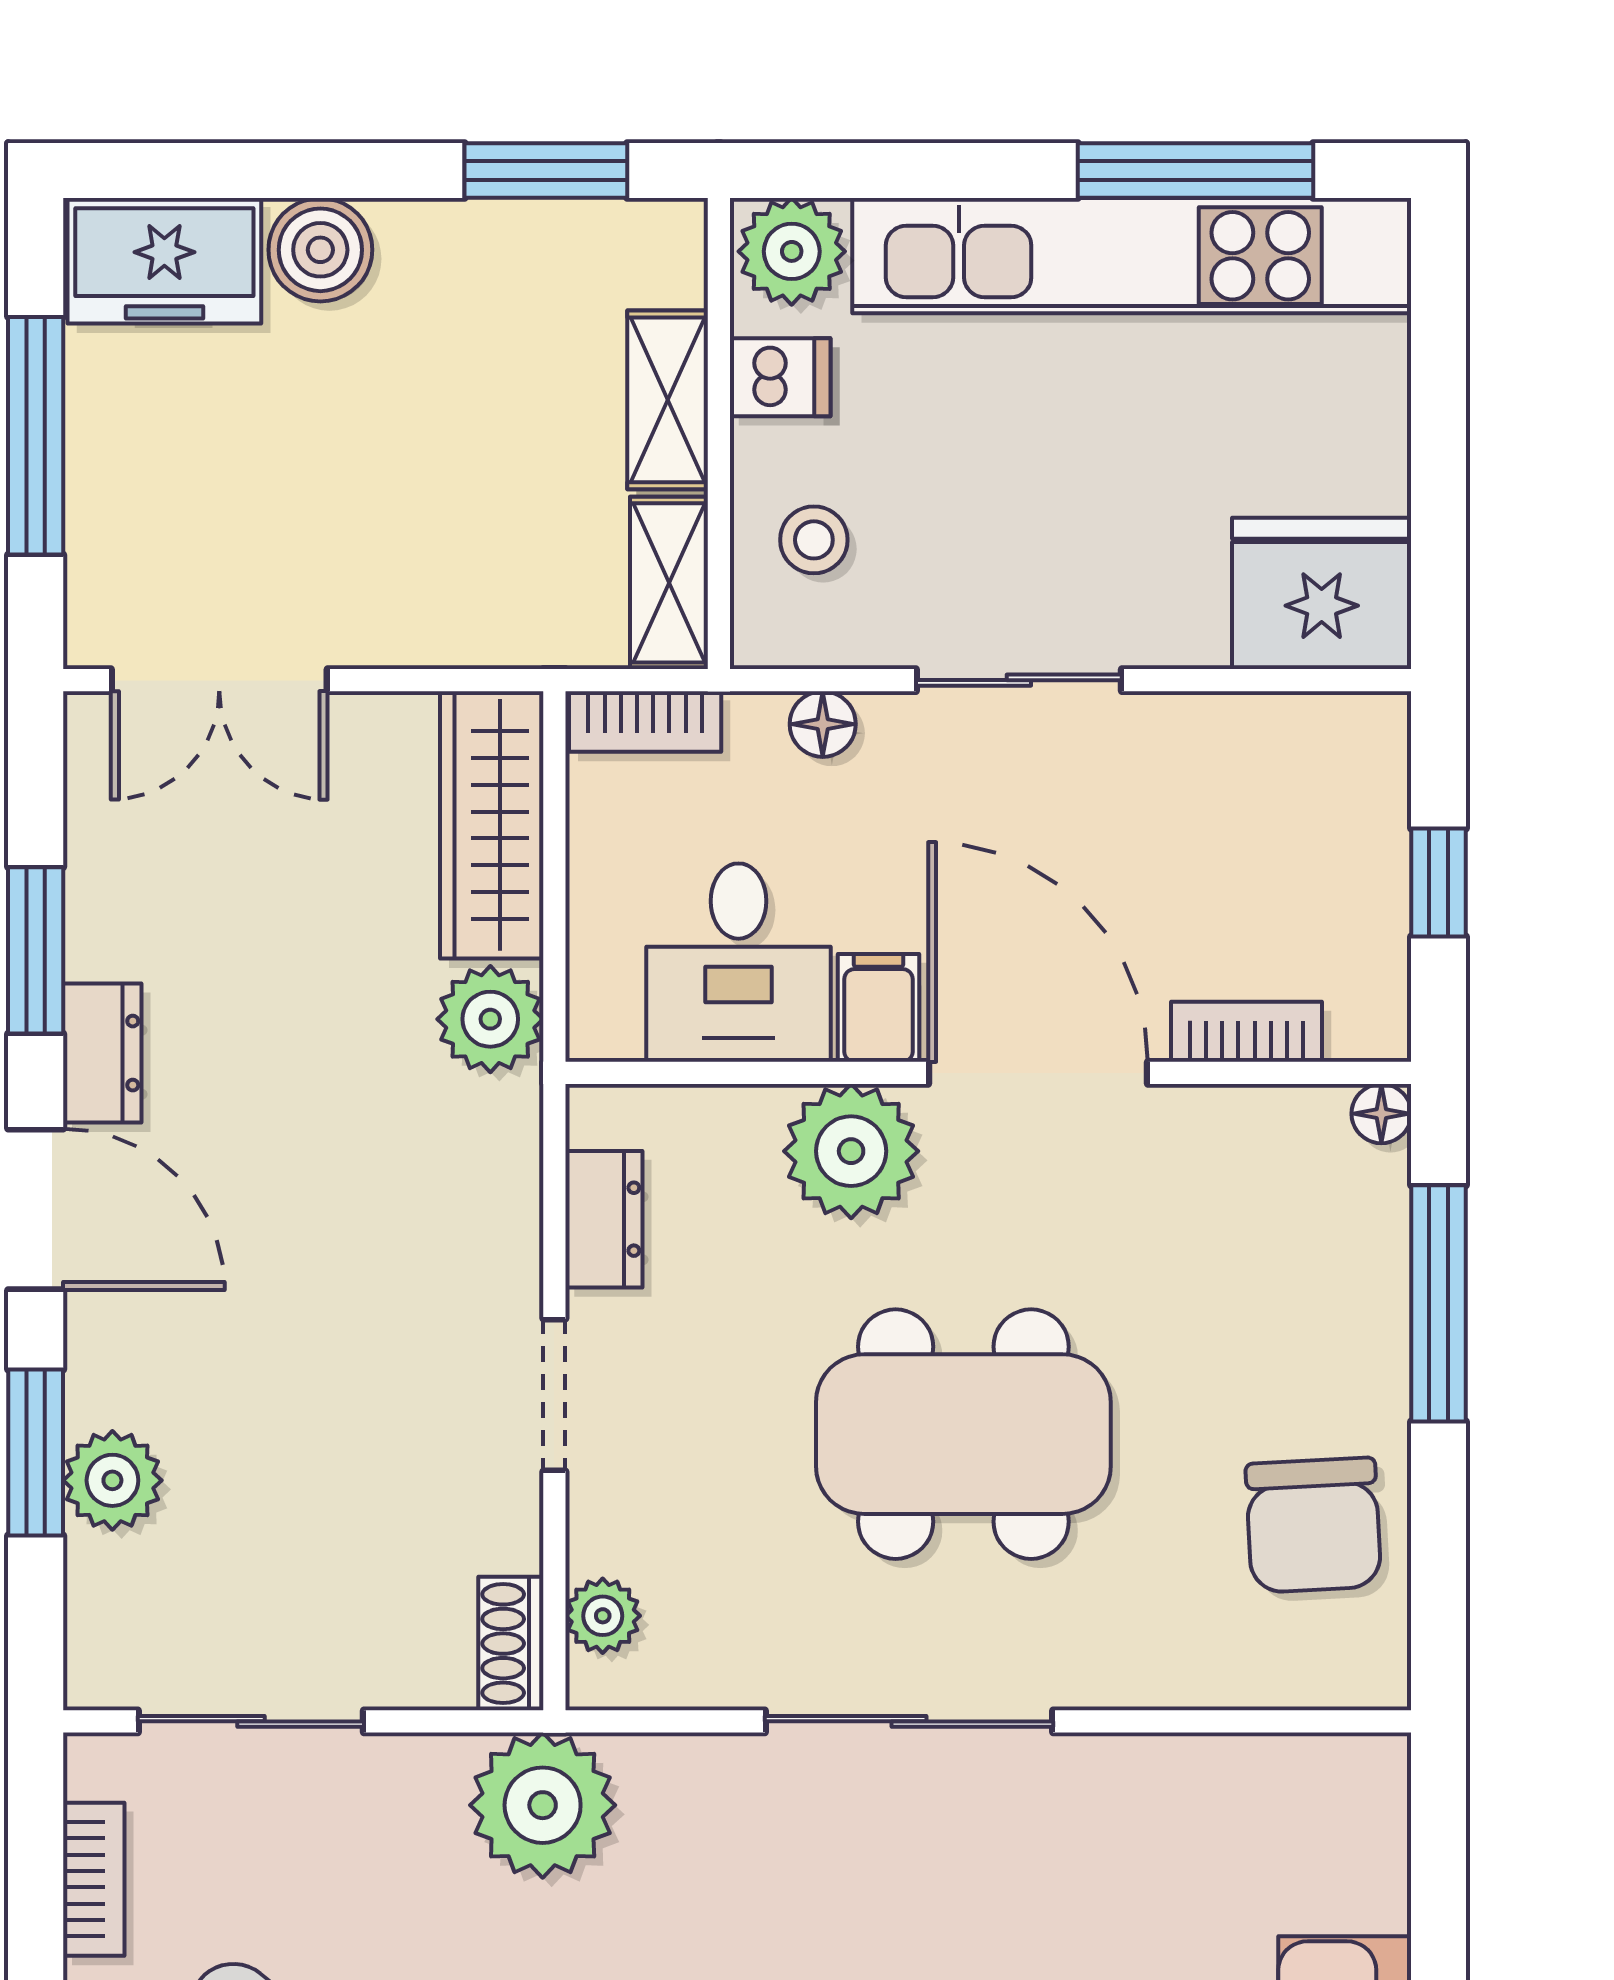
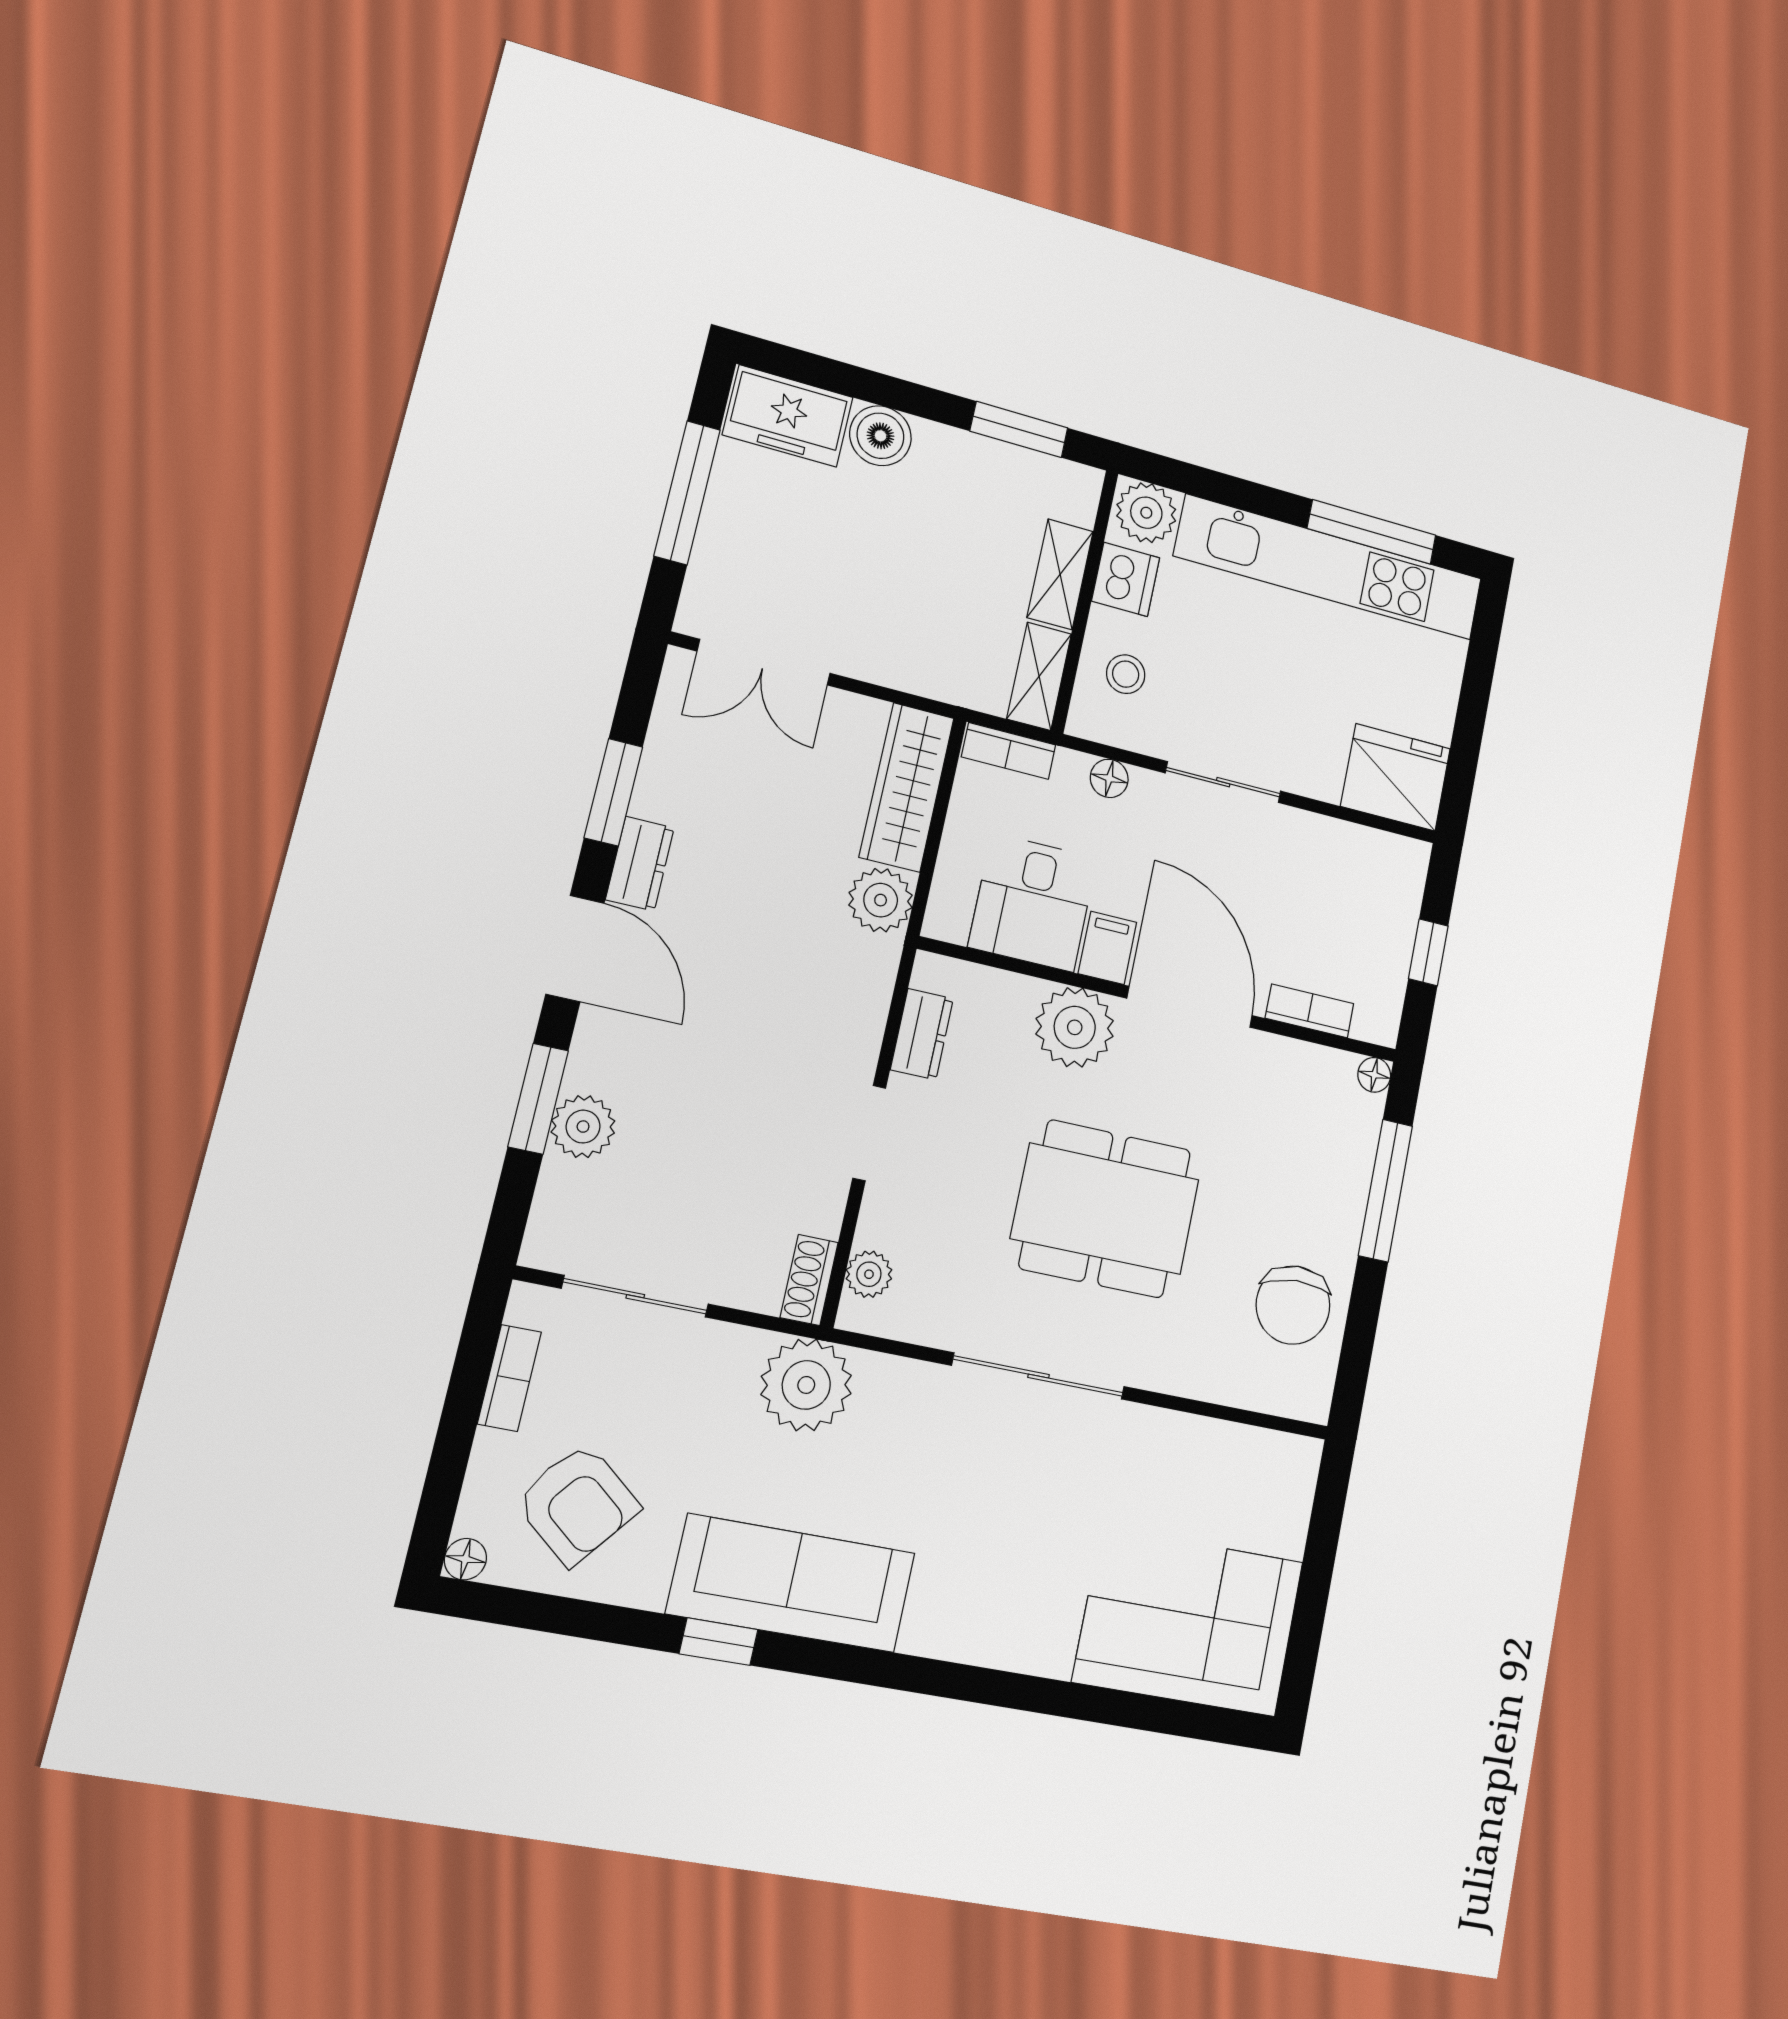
dishwasher: (780, 377) -> (1126, 579), width x1.38

